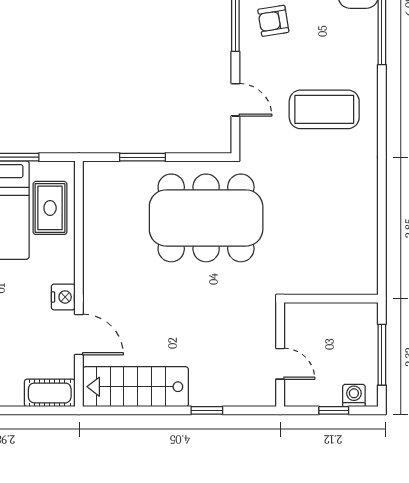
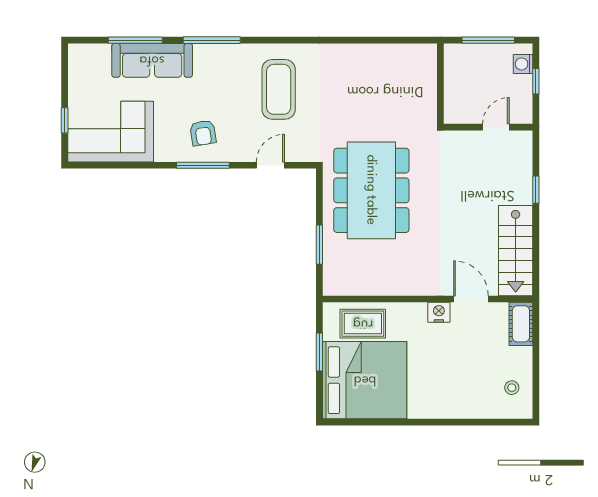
door: (79, 335) -> (471, 299), hinge flipped

